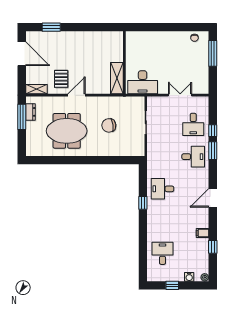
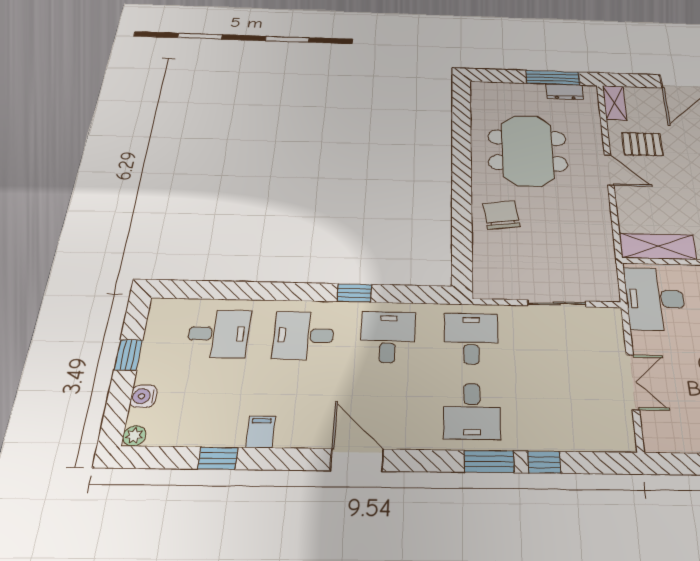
desk: (193, 124) -> (471, 339), moved, turned 90
chair: (109, 125) -> (501, 215), moved
desk: (162, 221) -> (304, 335), added

